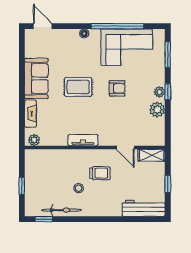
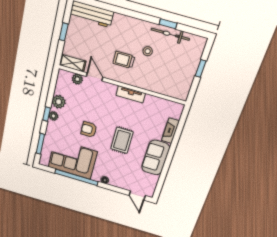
rug: (78, 87) -> (122, 140), turned 90
plant: (34, 140) -> (77, 79), moved
window: (44, 219) -> (168, 24), moved

